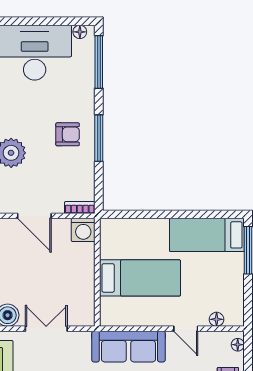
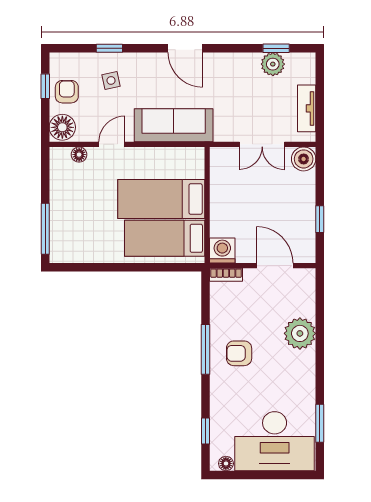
window: (99, 62) -> (206, 431), width x0.46
bed: (207, 235) -> (165, 238), moved, turned 180
door: (186, 329) -> (112, 144), hinge flipped
floor lamp: (238, 345) -> (62, 127), width x1.89, depth x1.89

